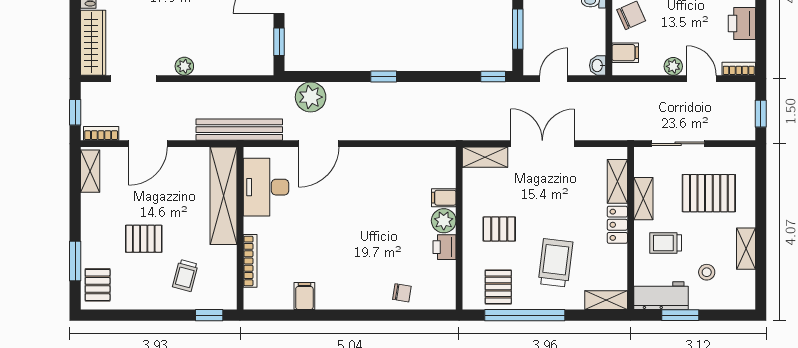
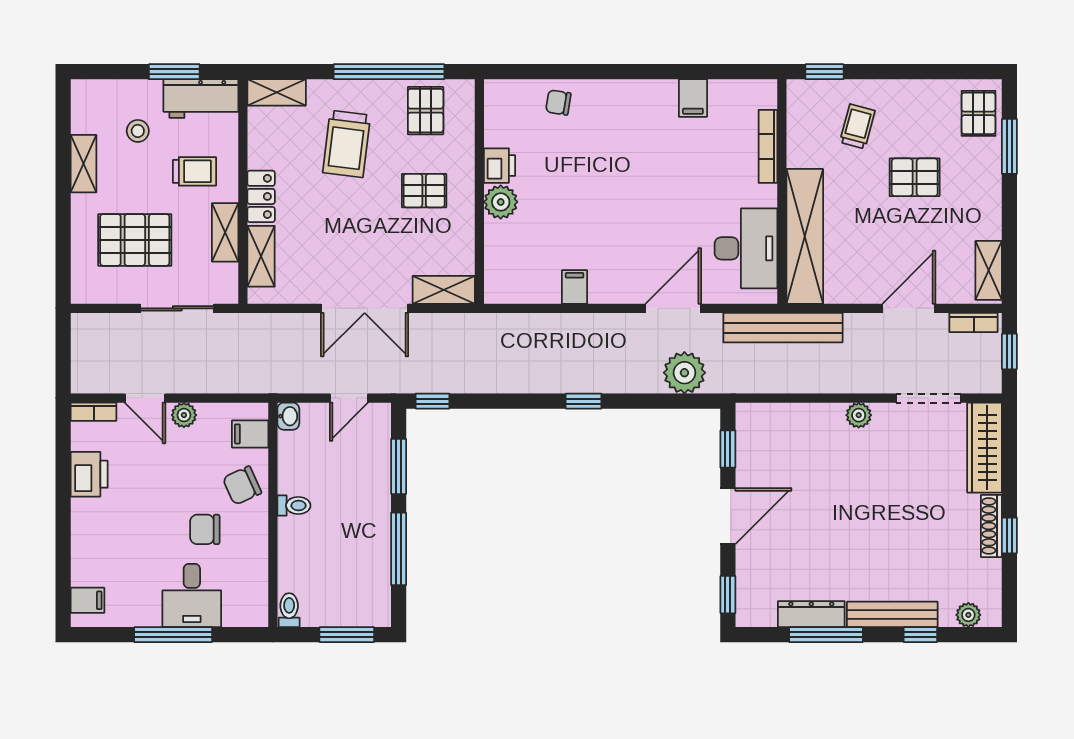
window: (761, 114) -> (63, 350), removed
filing cabinet: (444, 198) -> (575, 287), moved, turned -90

